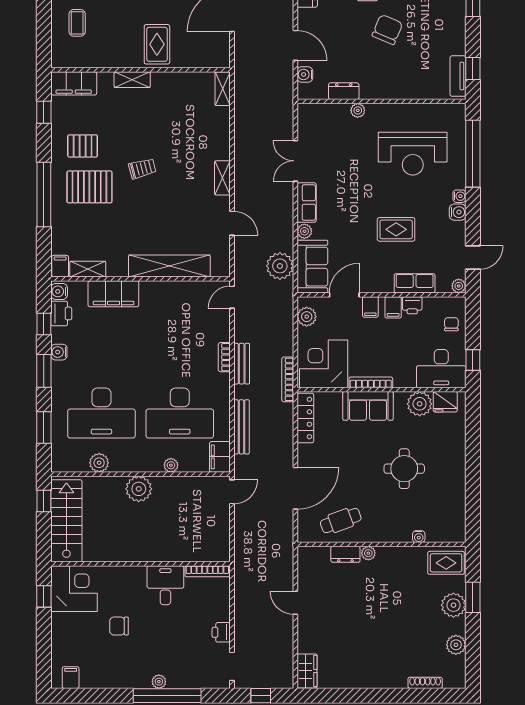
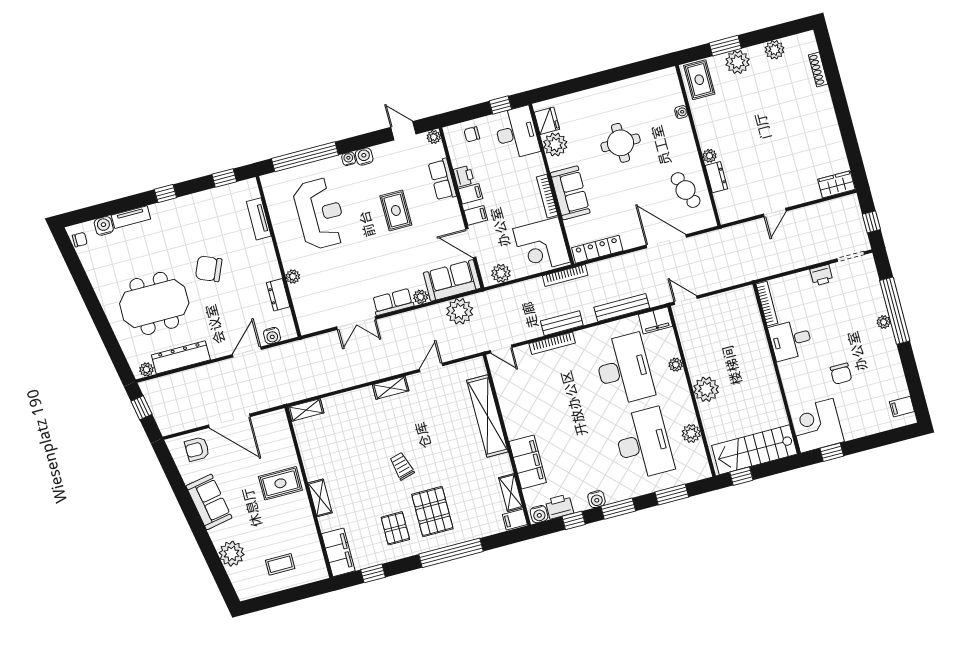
tv unit: (458, 76) -> (259, 219), moved, turned 90
bookcase: (224, 357) -> (552, 343), width x1.56

